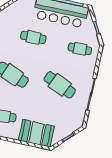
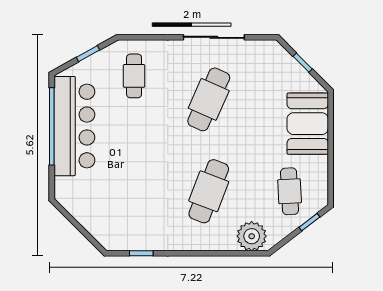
cafe table: (33, 37) -> (131, 167), removed

